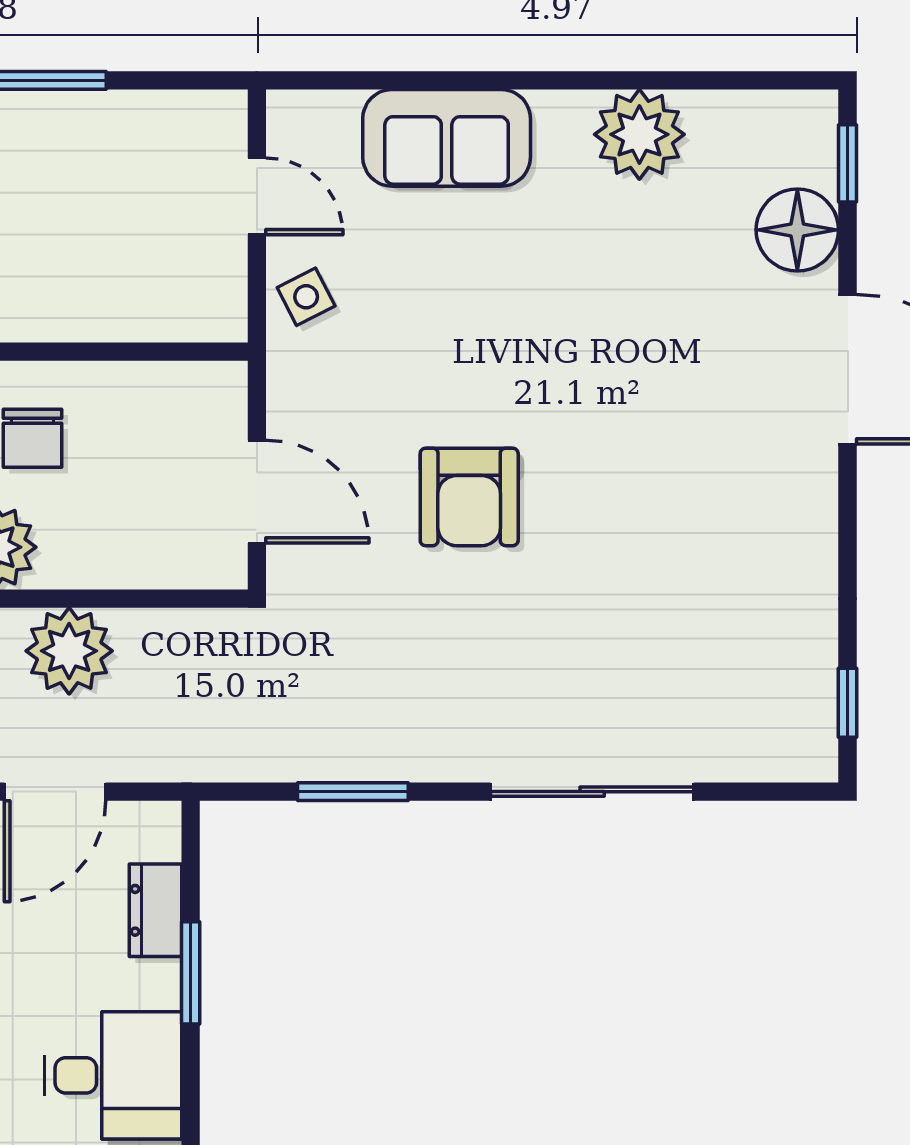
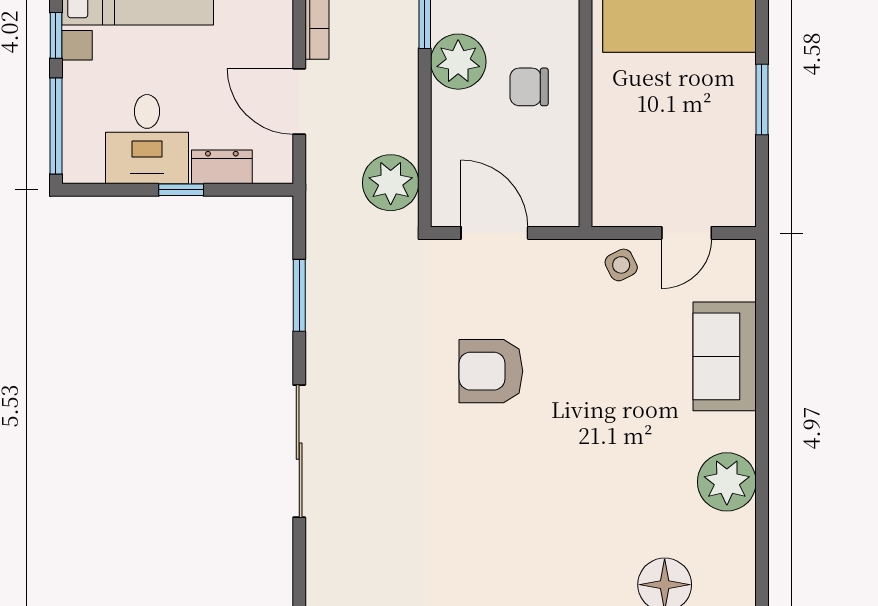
door: (257, 492) -> (494, 233), swing flipped
plant: (69, 651) -> (391, 183), moved
window: (191, 973) -> (181, 190), width x0.67
desk: (113, 1075) -> (147, 139), moved

